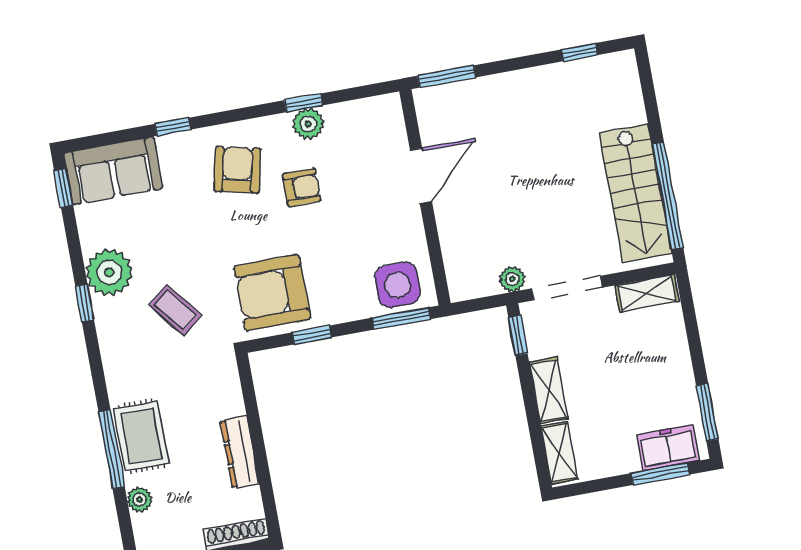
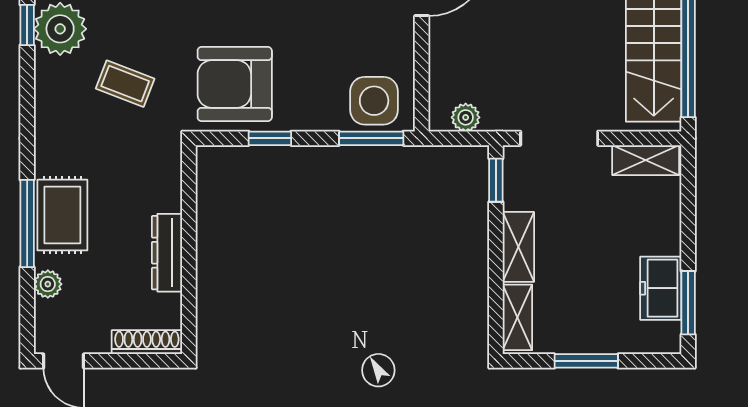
plant: (512, 279) -> (466, 117), moved
window: (85, 303) -> (27, 25), moved
coffee table: (175, 310) -> (125, 84), turned -31
freezer: (668, 447) -> (661, 288), moved, turned -90
window: (660, 474) -> (586, 361), moved

